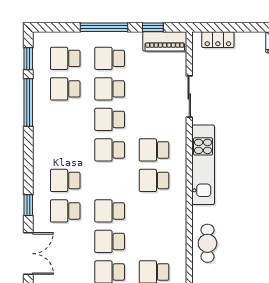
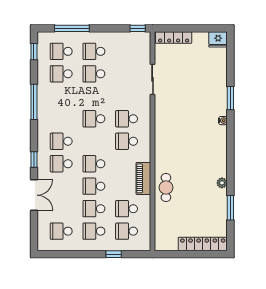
window: (104, 27) -> (72, 28), moved
window: (153, 27) -> (138, 28), moved
locker: (218, 40) -> (174, 38), width x1.53
piano: (165, 41) -> (143, 178), moved, turned 90
window: (28, 102) -> (34, 102), moved
school desk: (110, 119) -> (94, 96), removed
kitchen unit: (203, 165) -> (163, 130), removed

